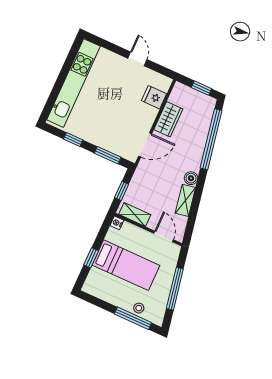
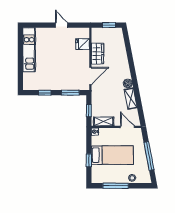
kitchen unit: (73, 83) -> (29, 50), width x0.73
window: (211, 139) -> (129, 54), removed
window: (133, 318) -> (116, 186), moved

